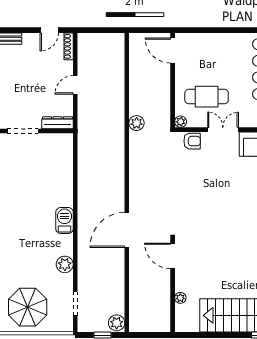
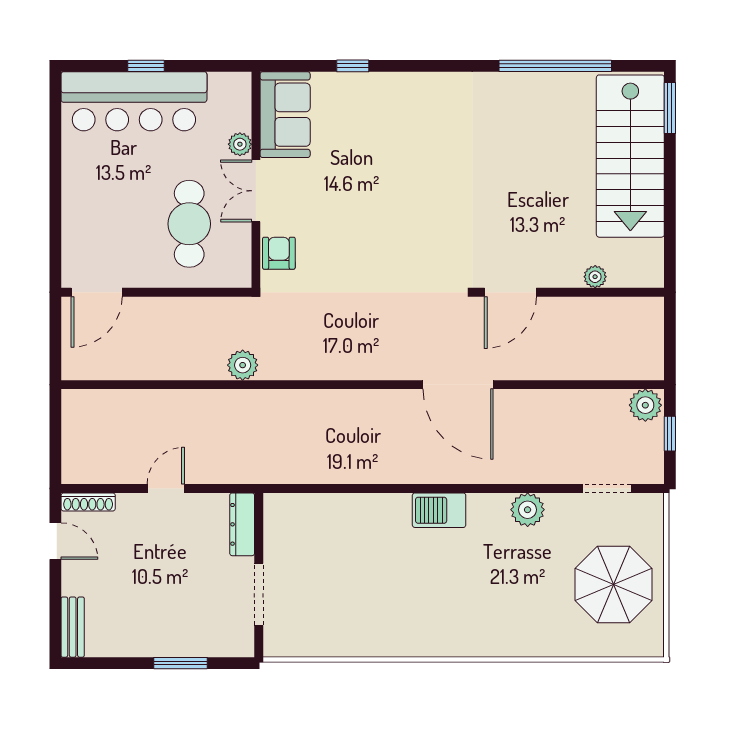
door: (75, 85) -> (166, 489), swing flipped
plant: (181, 122) -> (240, 144), moved

